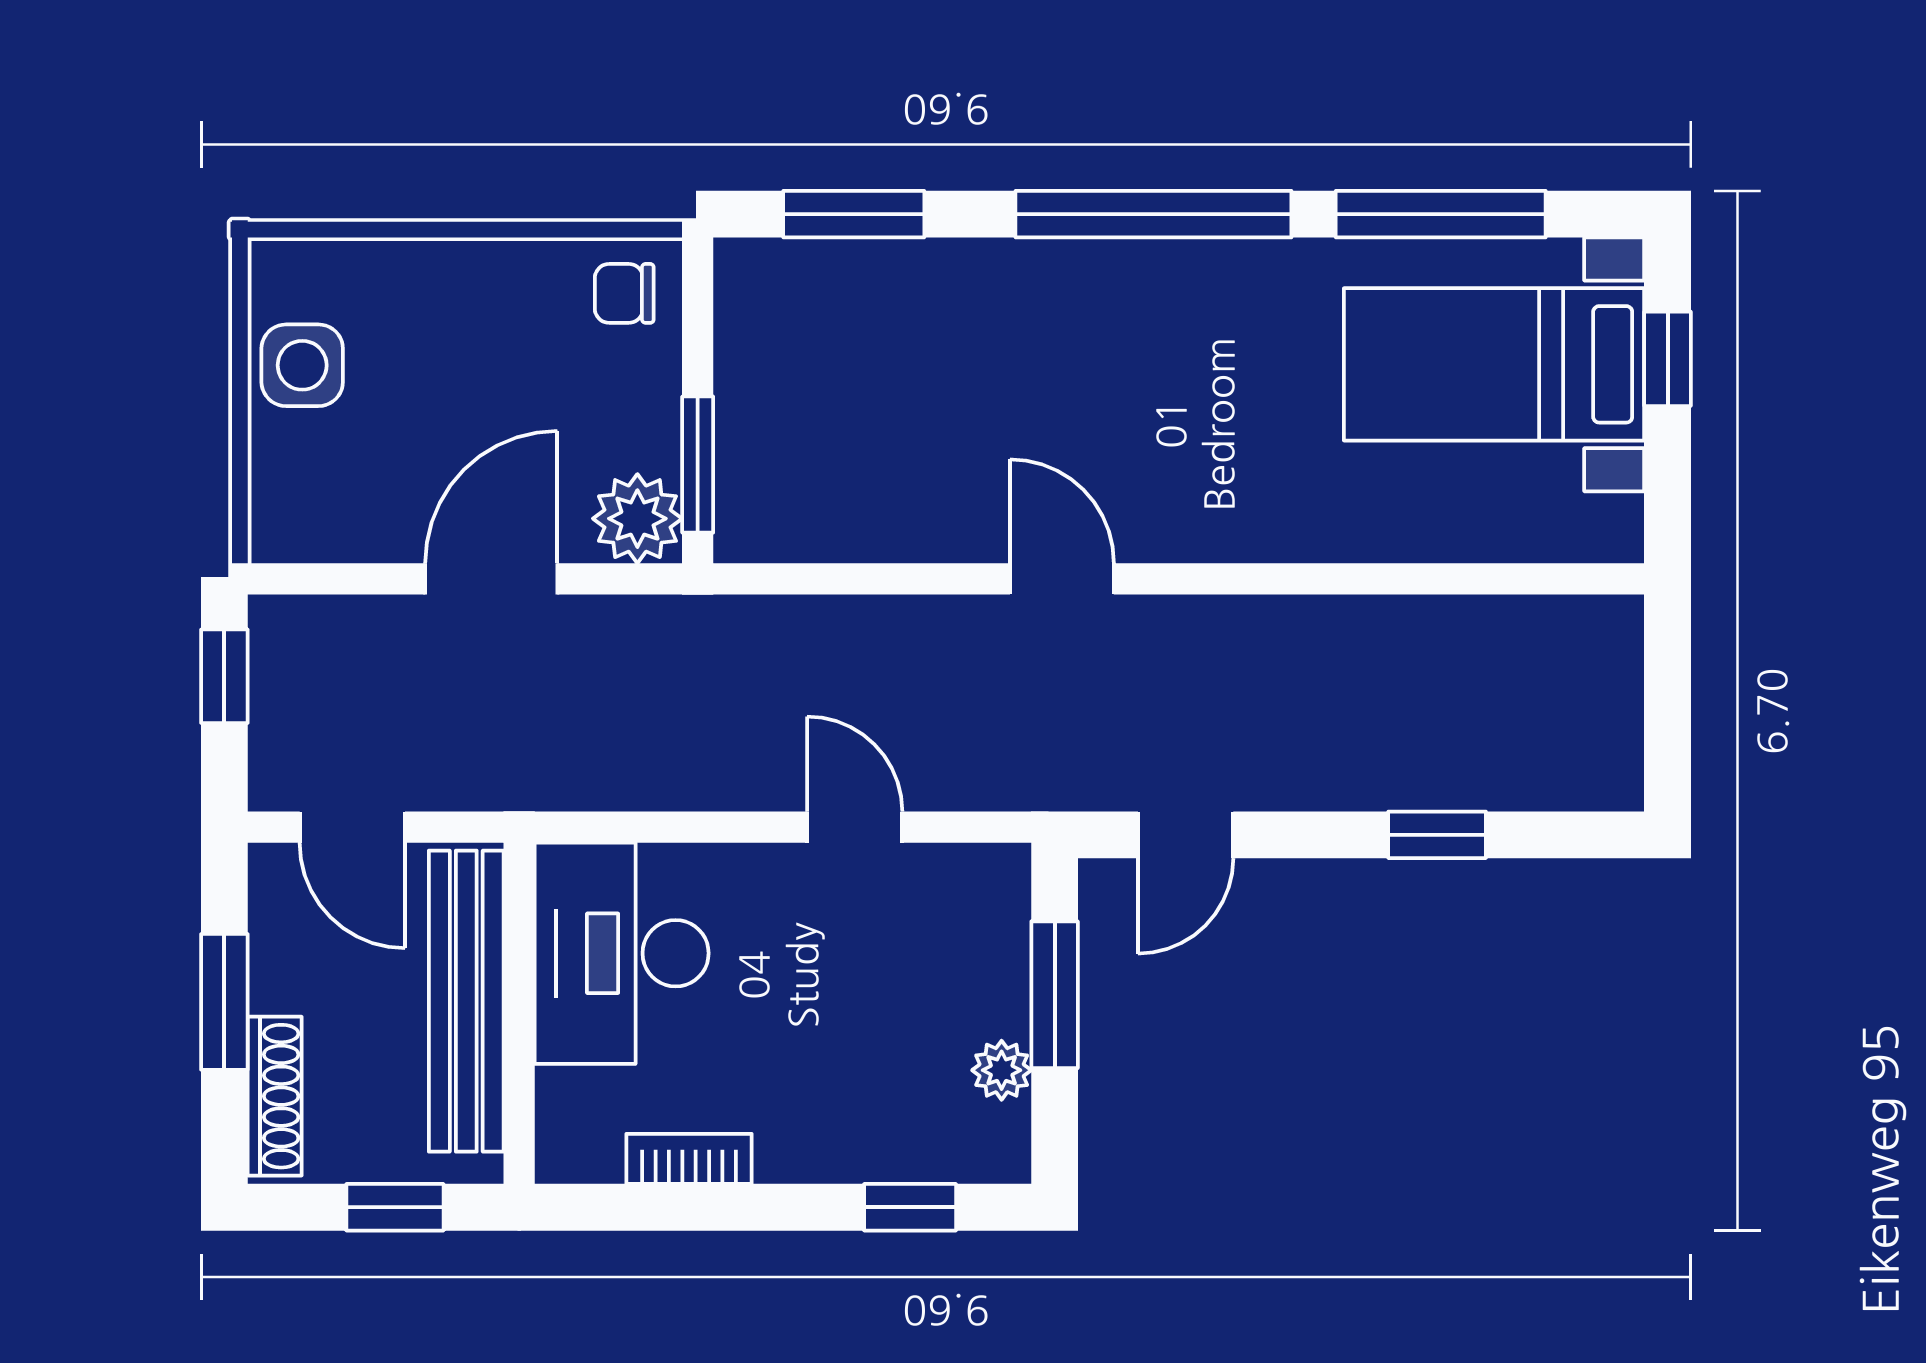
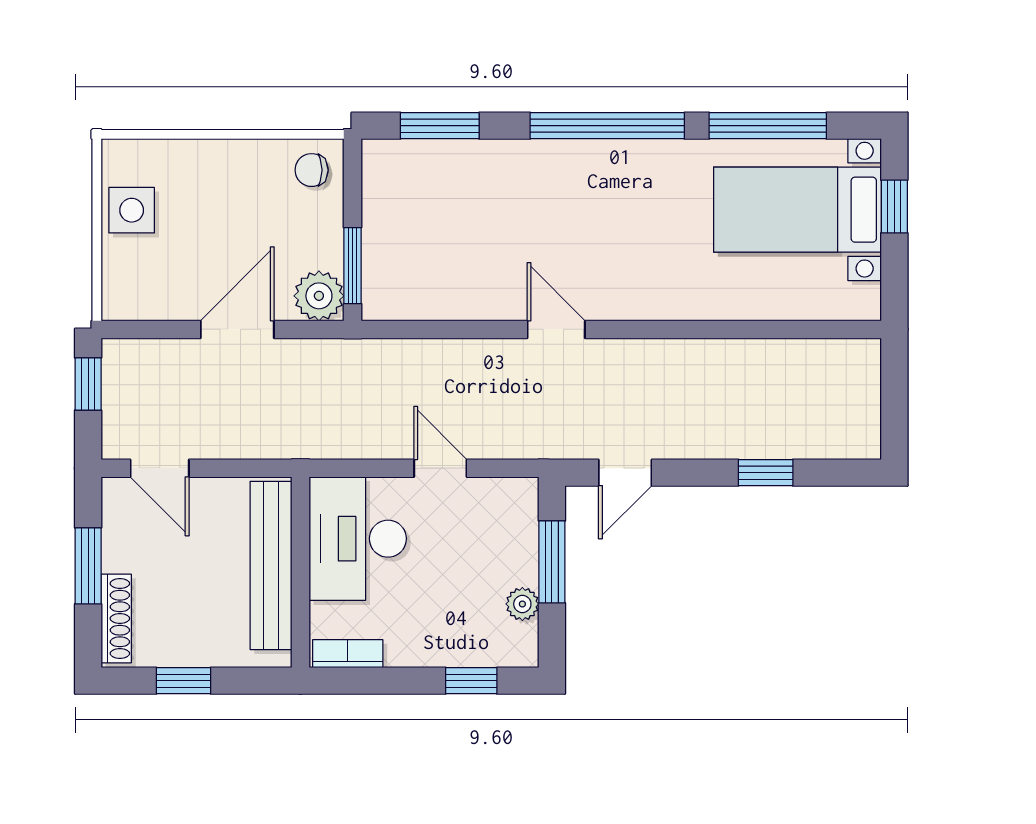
desk: (622, 953) -> (358, 539), moved
bench: (466, 1001) -> (271, 565), moved
wall: (519, 1013) -> (301, 572), moved

